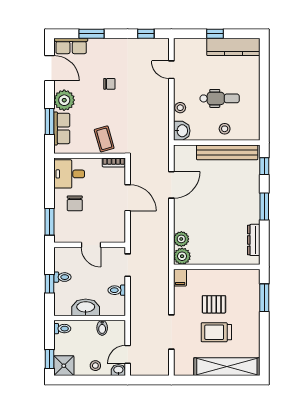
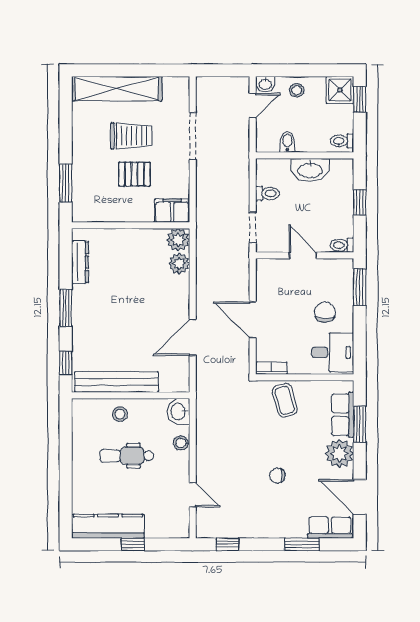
toilet: (62, 277) -> (342, 245), moved
filing cabinet: (180, 278) -> (172, 211), width x2.00

